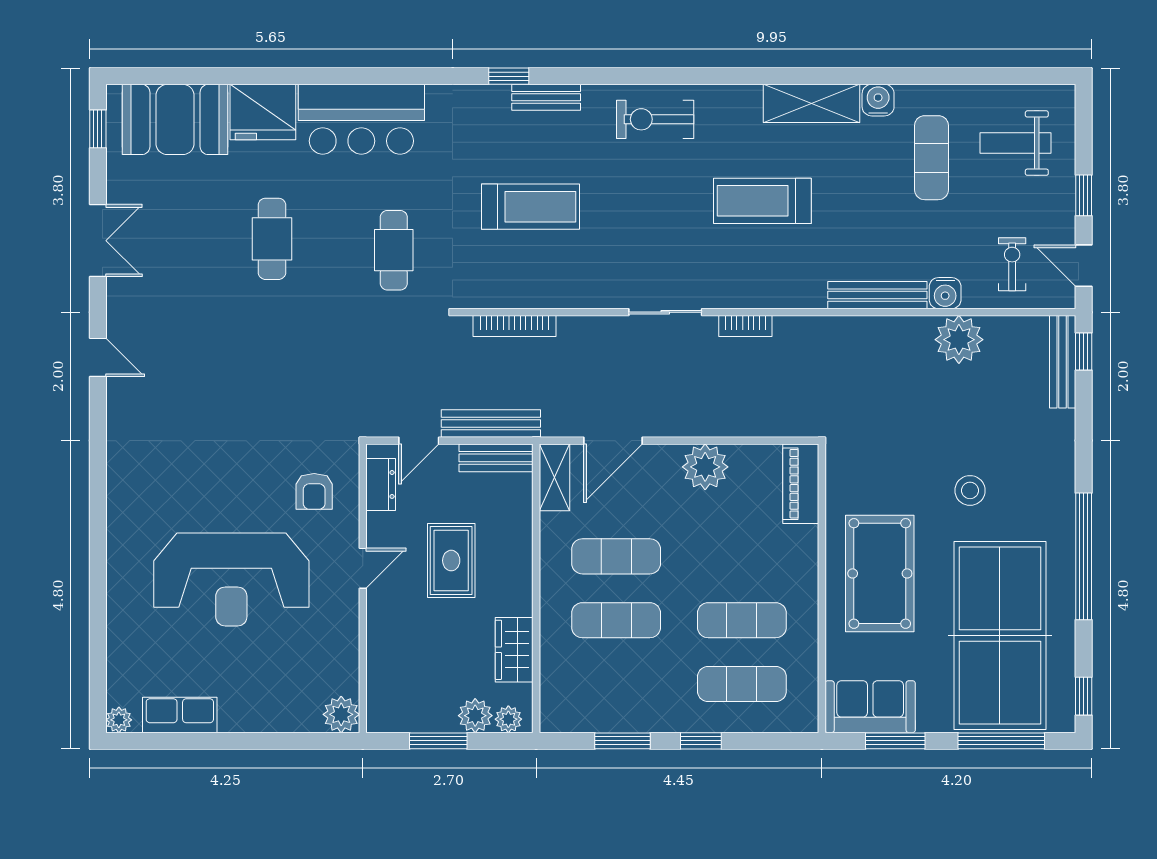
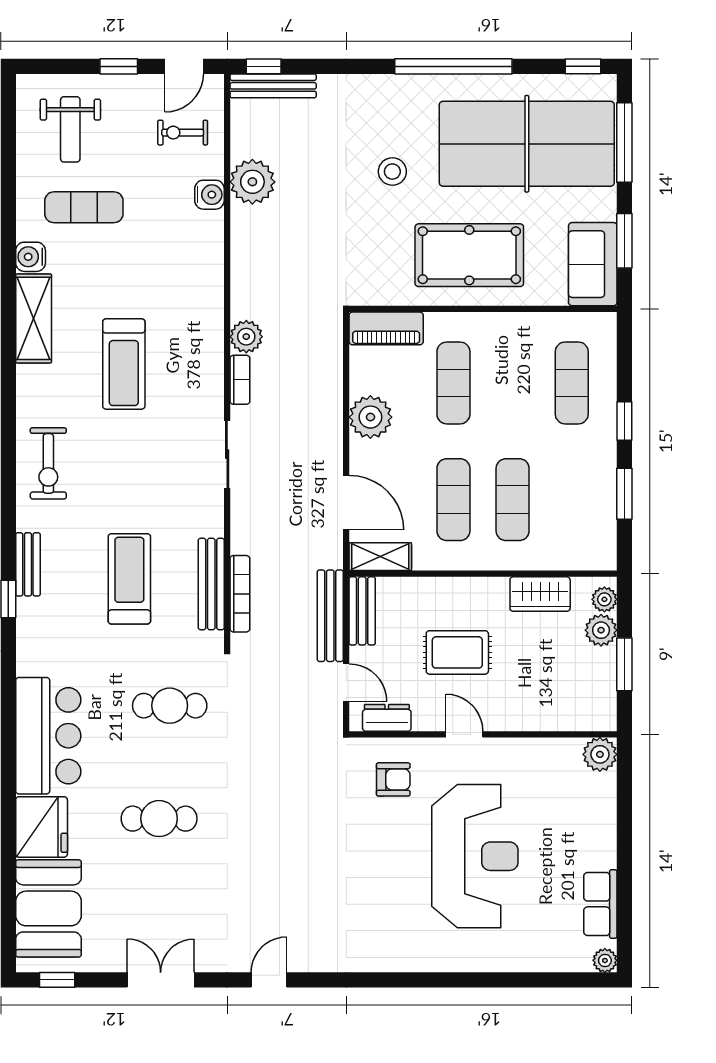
bench: (877, 295) -> (211, 584), moved
plant: (792, 333) -> (246, 337), added
exercise mat: (742, 620) -> (453, 383), moved

